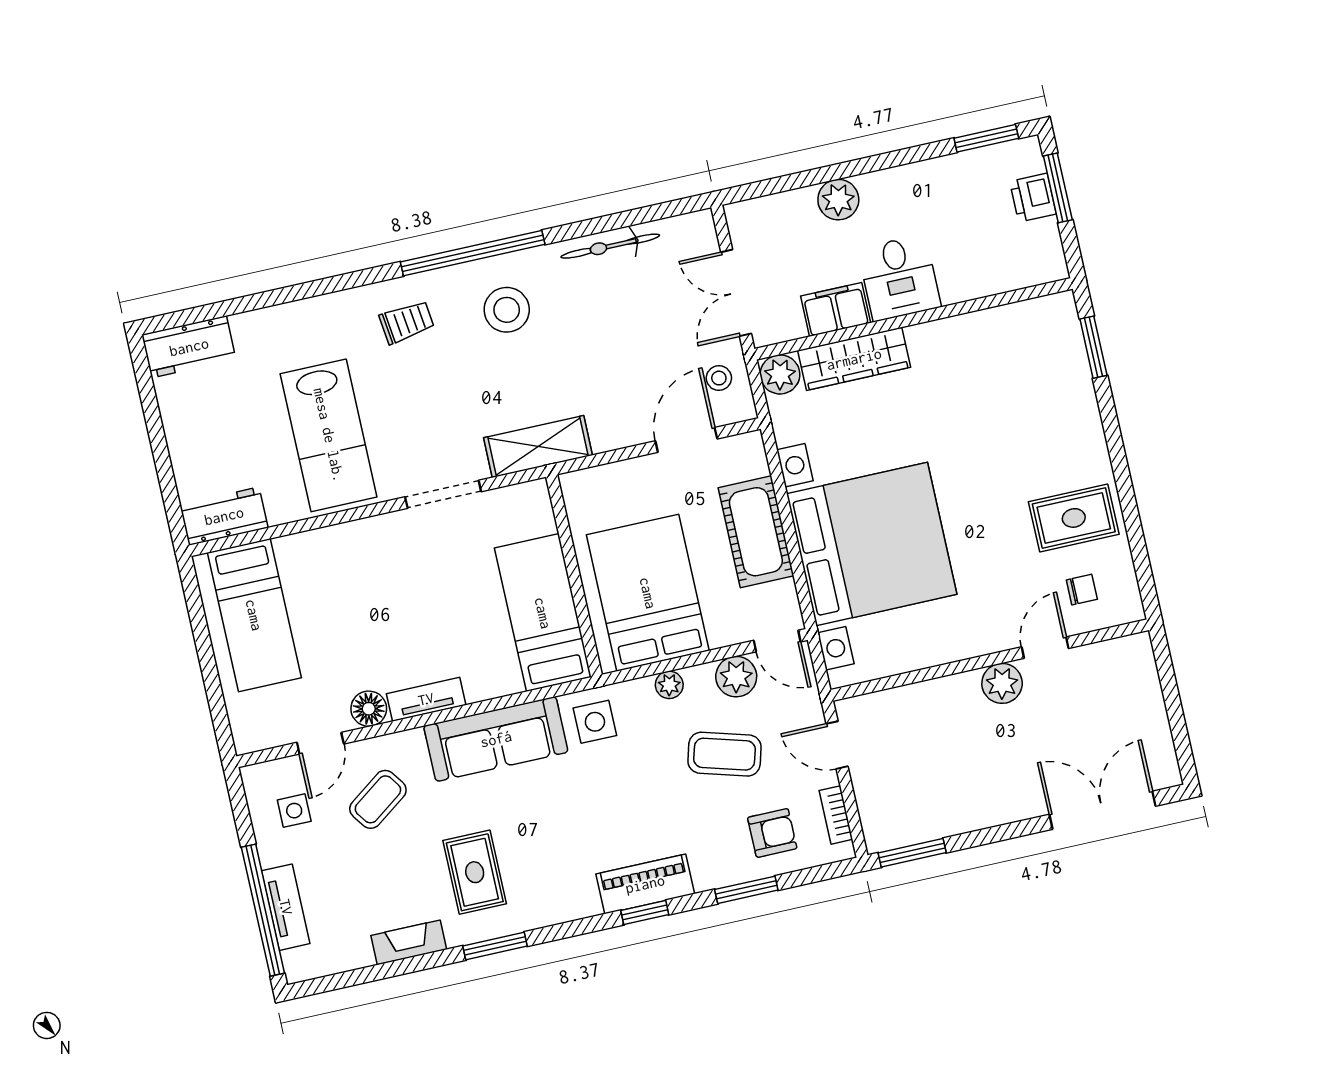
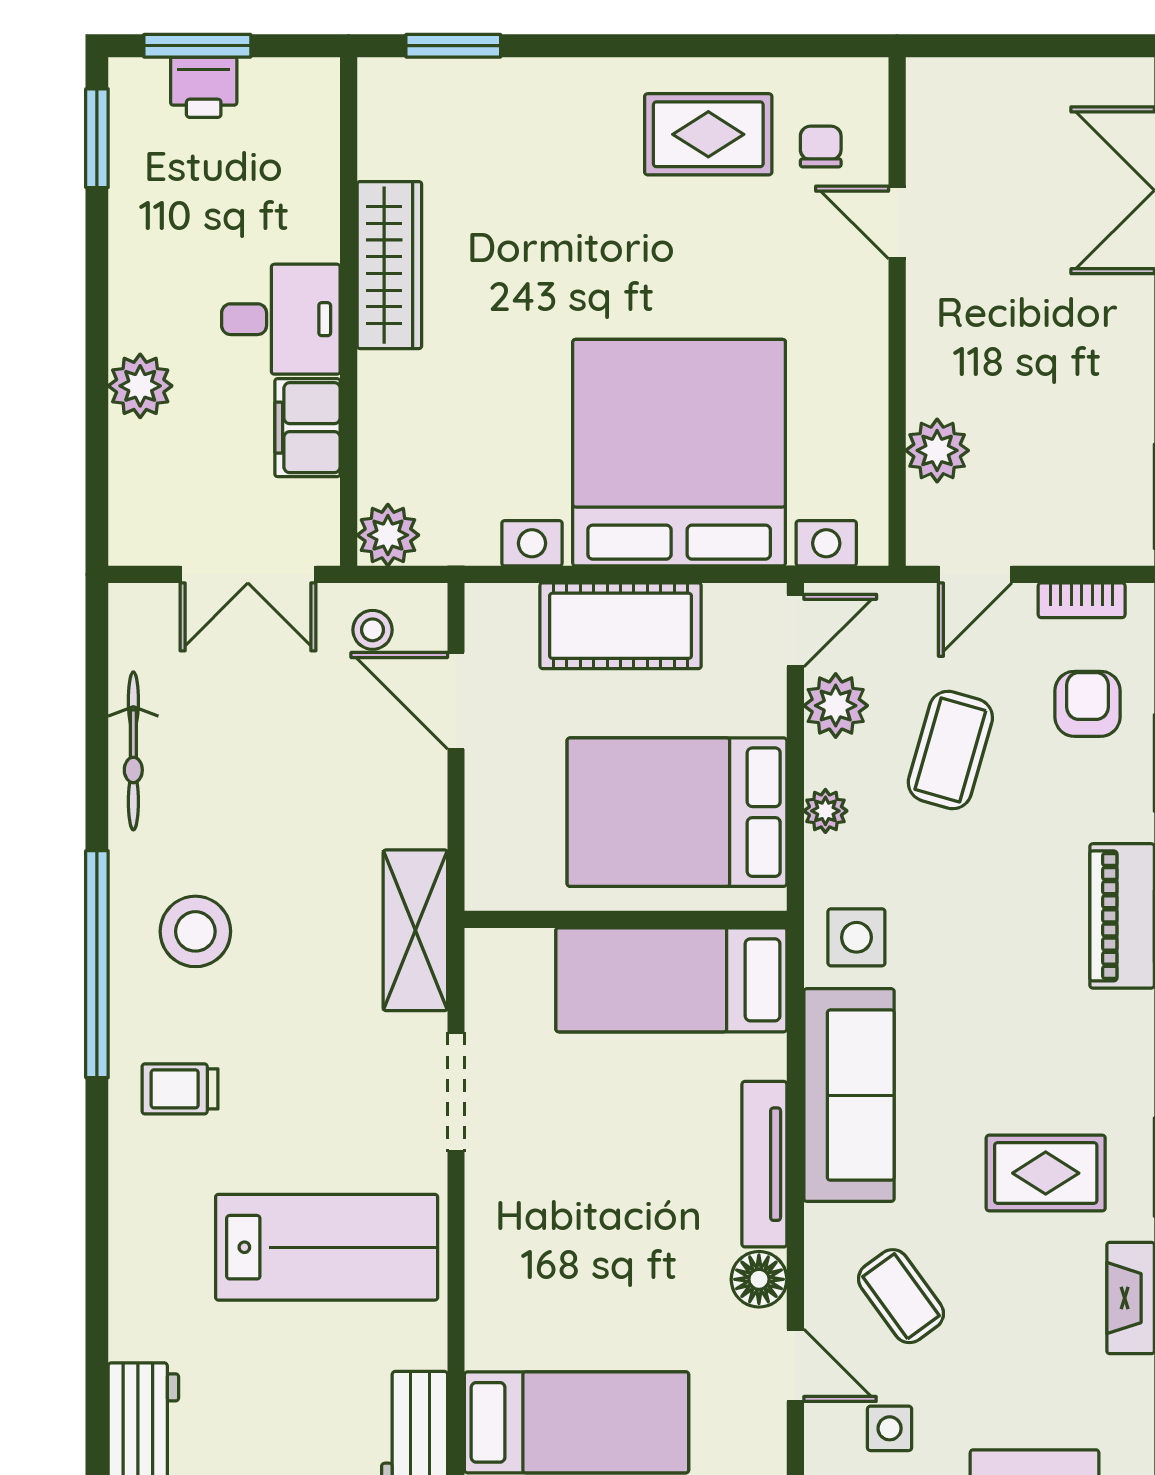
trolley: (407, 322) -> (180, 1089), turned -83
wardrobe: (854, 359) -> (389, 265), moved
rug: (1074, 518) -> (708, 134), turned 90
plant: (1002, 683) -> (937, 450), moved
tv unit: (426, 699) -> (764, 1164), width x1.41

